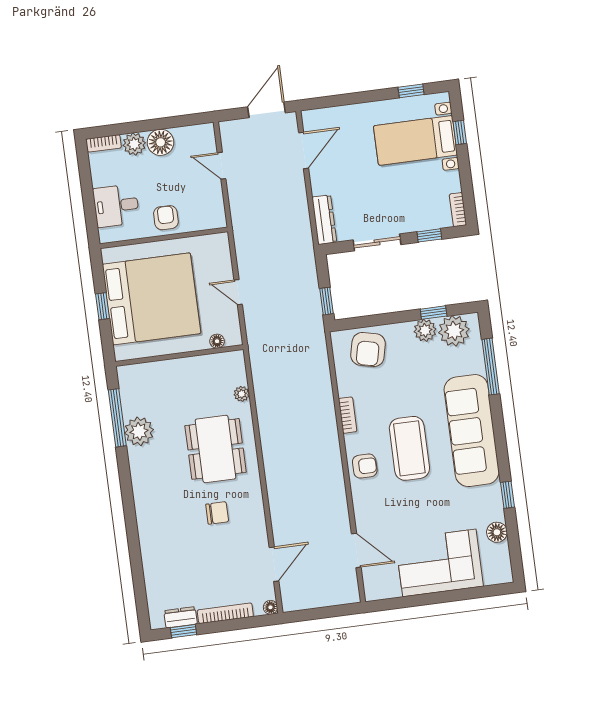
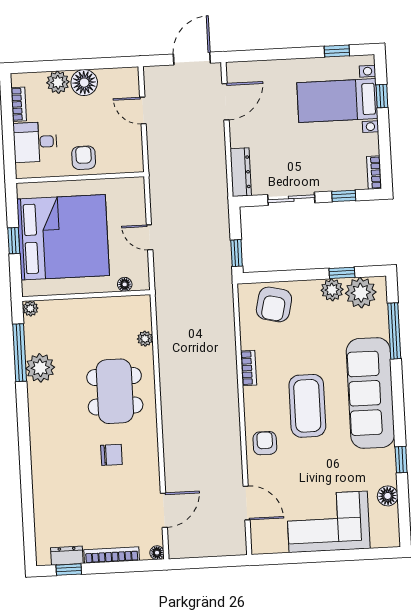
bookcase: (104, 143) -> (19, 104), moved, turned -90
plant: (124, 373) -> (30, 308), added
armchair: (365, 466) -> (265, 443), moved, turned -90

